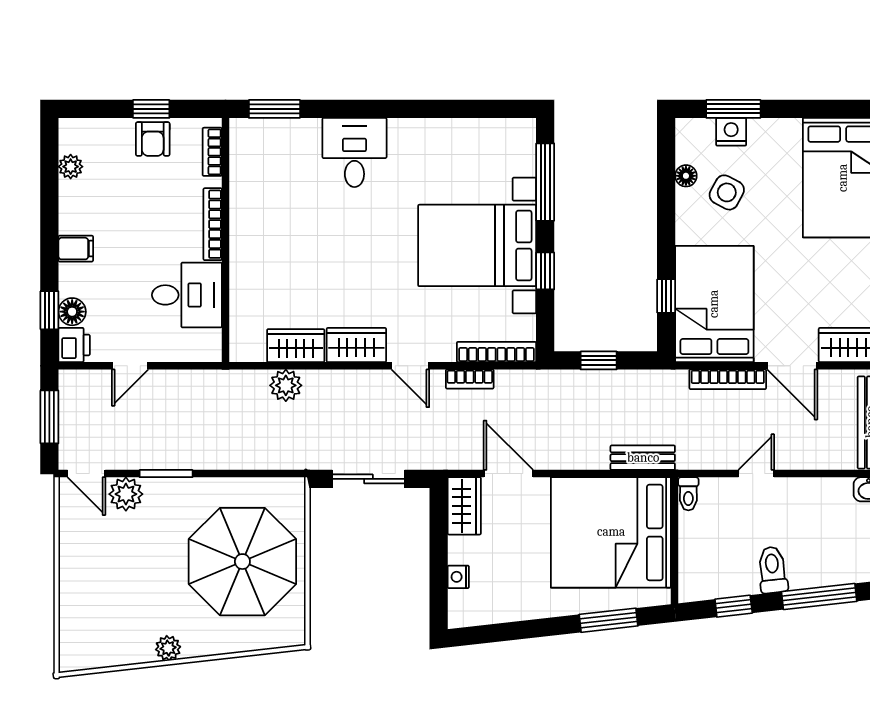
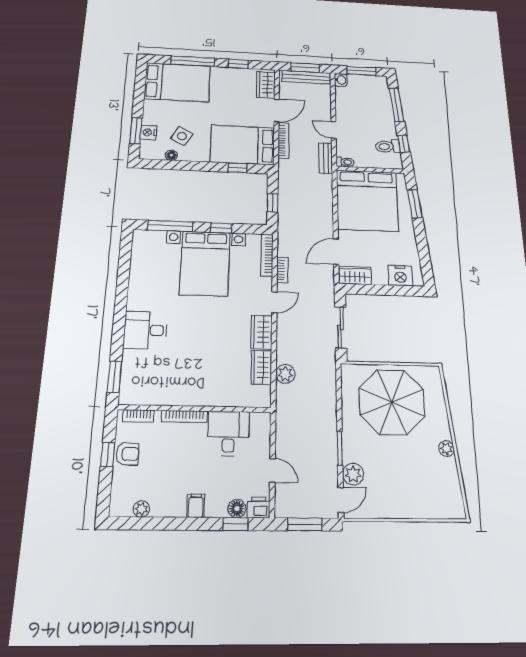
bench: (643, 458) -> (326, 158), moved
toilet: (773, 570) -> (388, 146), moved
nightstand: (458, 577) -> (400, 276), width x1.89, depth x1.79

